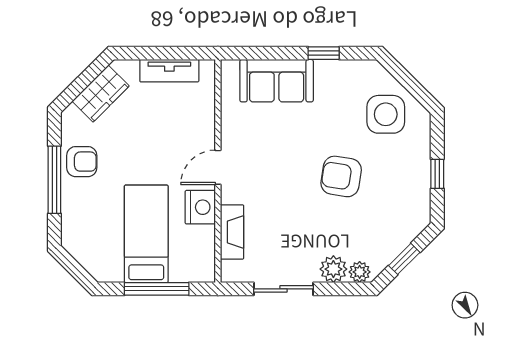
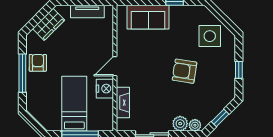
armchair: (82, 162) -> (38, 63), turned -90

